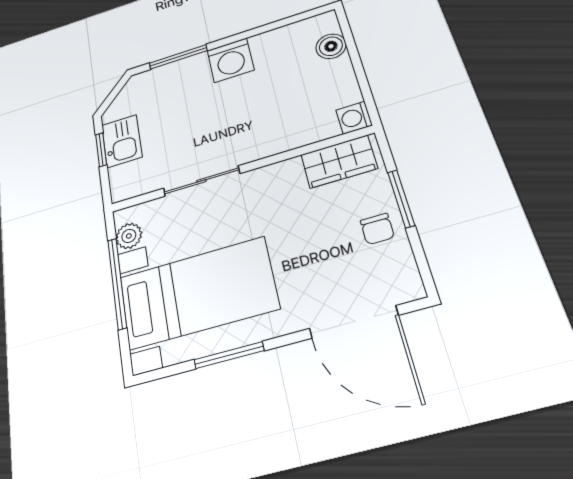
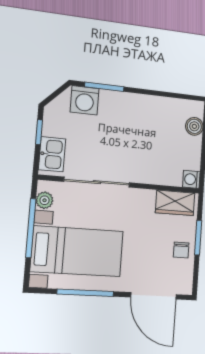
washing machine: (230, 60) -> (85, 100), moved
kitchen sink: (122, 141) -> (52, 154), moved
sliding door: (201, 181) -> (97, 182), width x1.37
window: (229, 355) -> (85, 293), width x1.44

